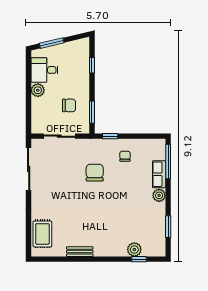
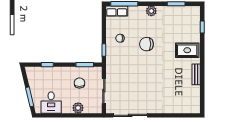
plant: (38, 90) -> (78, 108), moved
chair: (95, 173) -> (146, 44), moved
row of seats: (159, 174) -> (117, 11), moved
rug: (42, 234) -> (187, 50), moved
plant: (134, 249) -> (195, 31), removed

